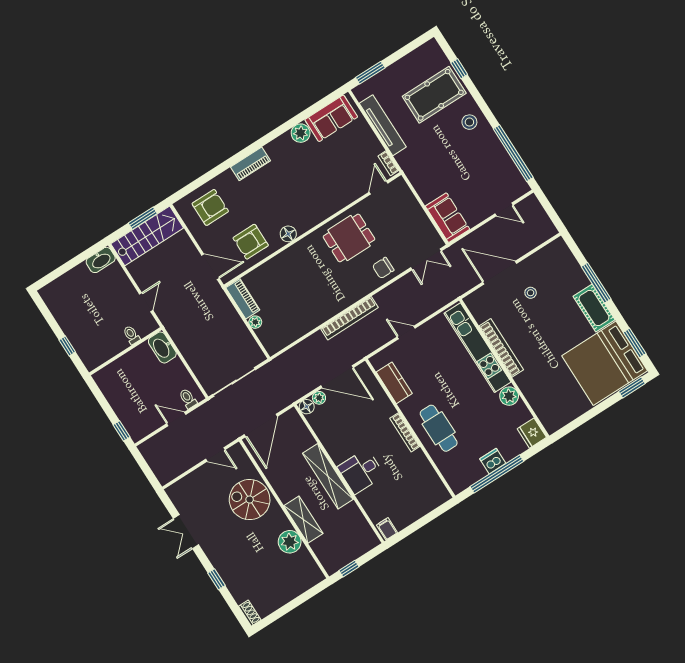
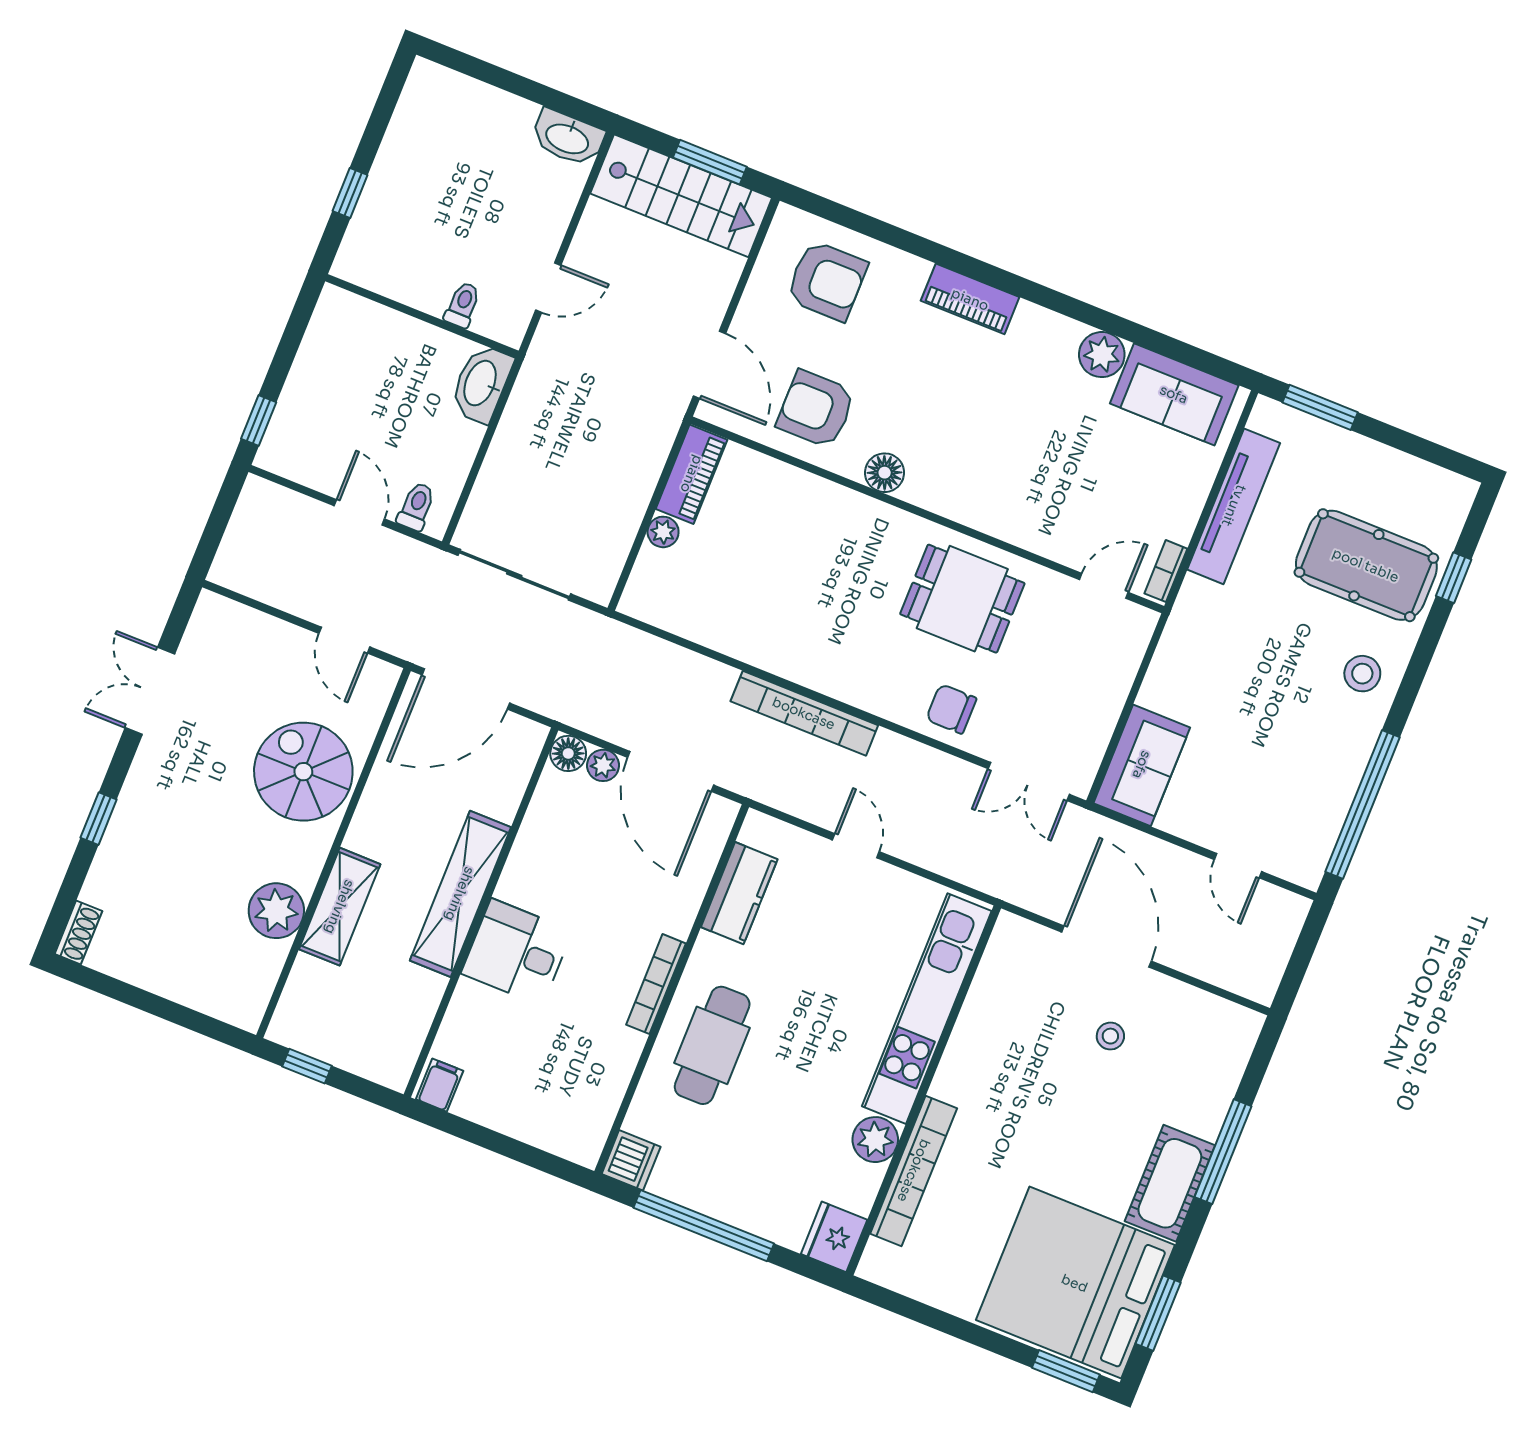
bookcase: (501, 348) -> (914, 1171), moved
dishwasher: (493, 461) -> (631, 1160), moved, turned 90

